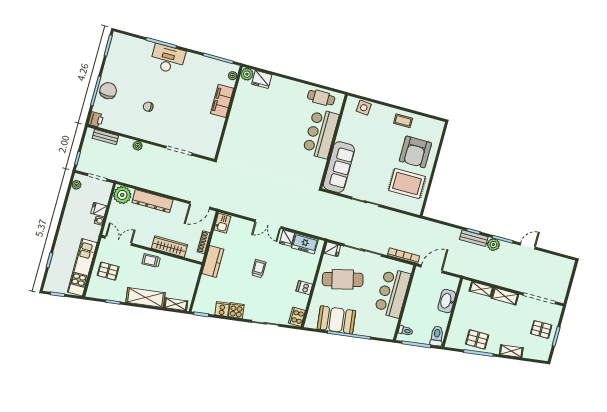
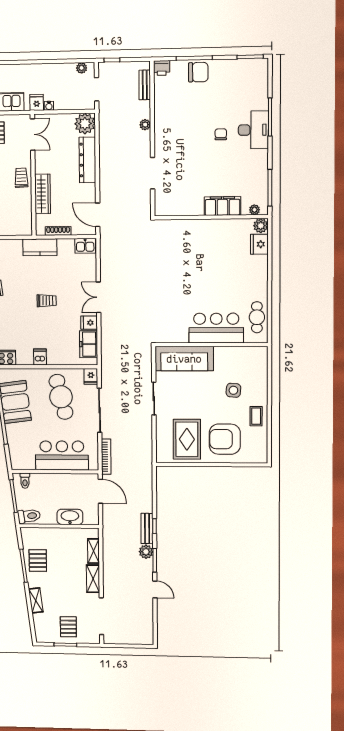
chair: (148, 107) -> (221, 134), moved
side table: (364, 108) -> (233, 390), moved
fridge: (99, 210) -> (37, 102), moved

